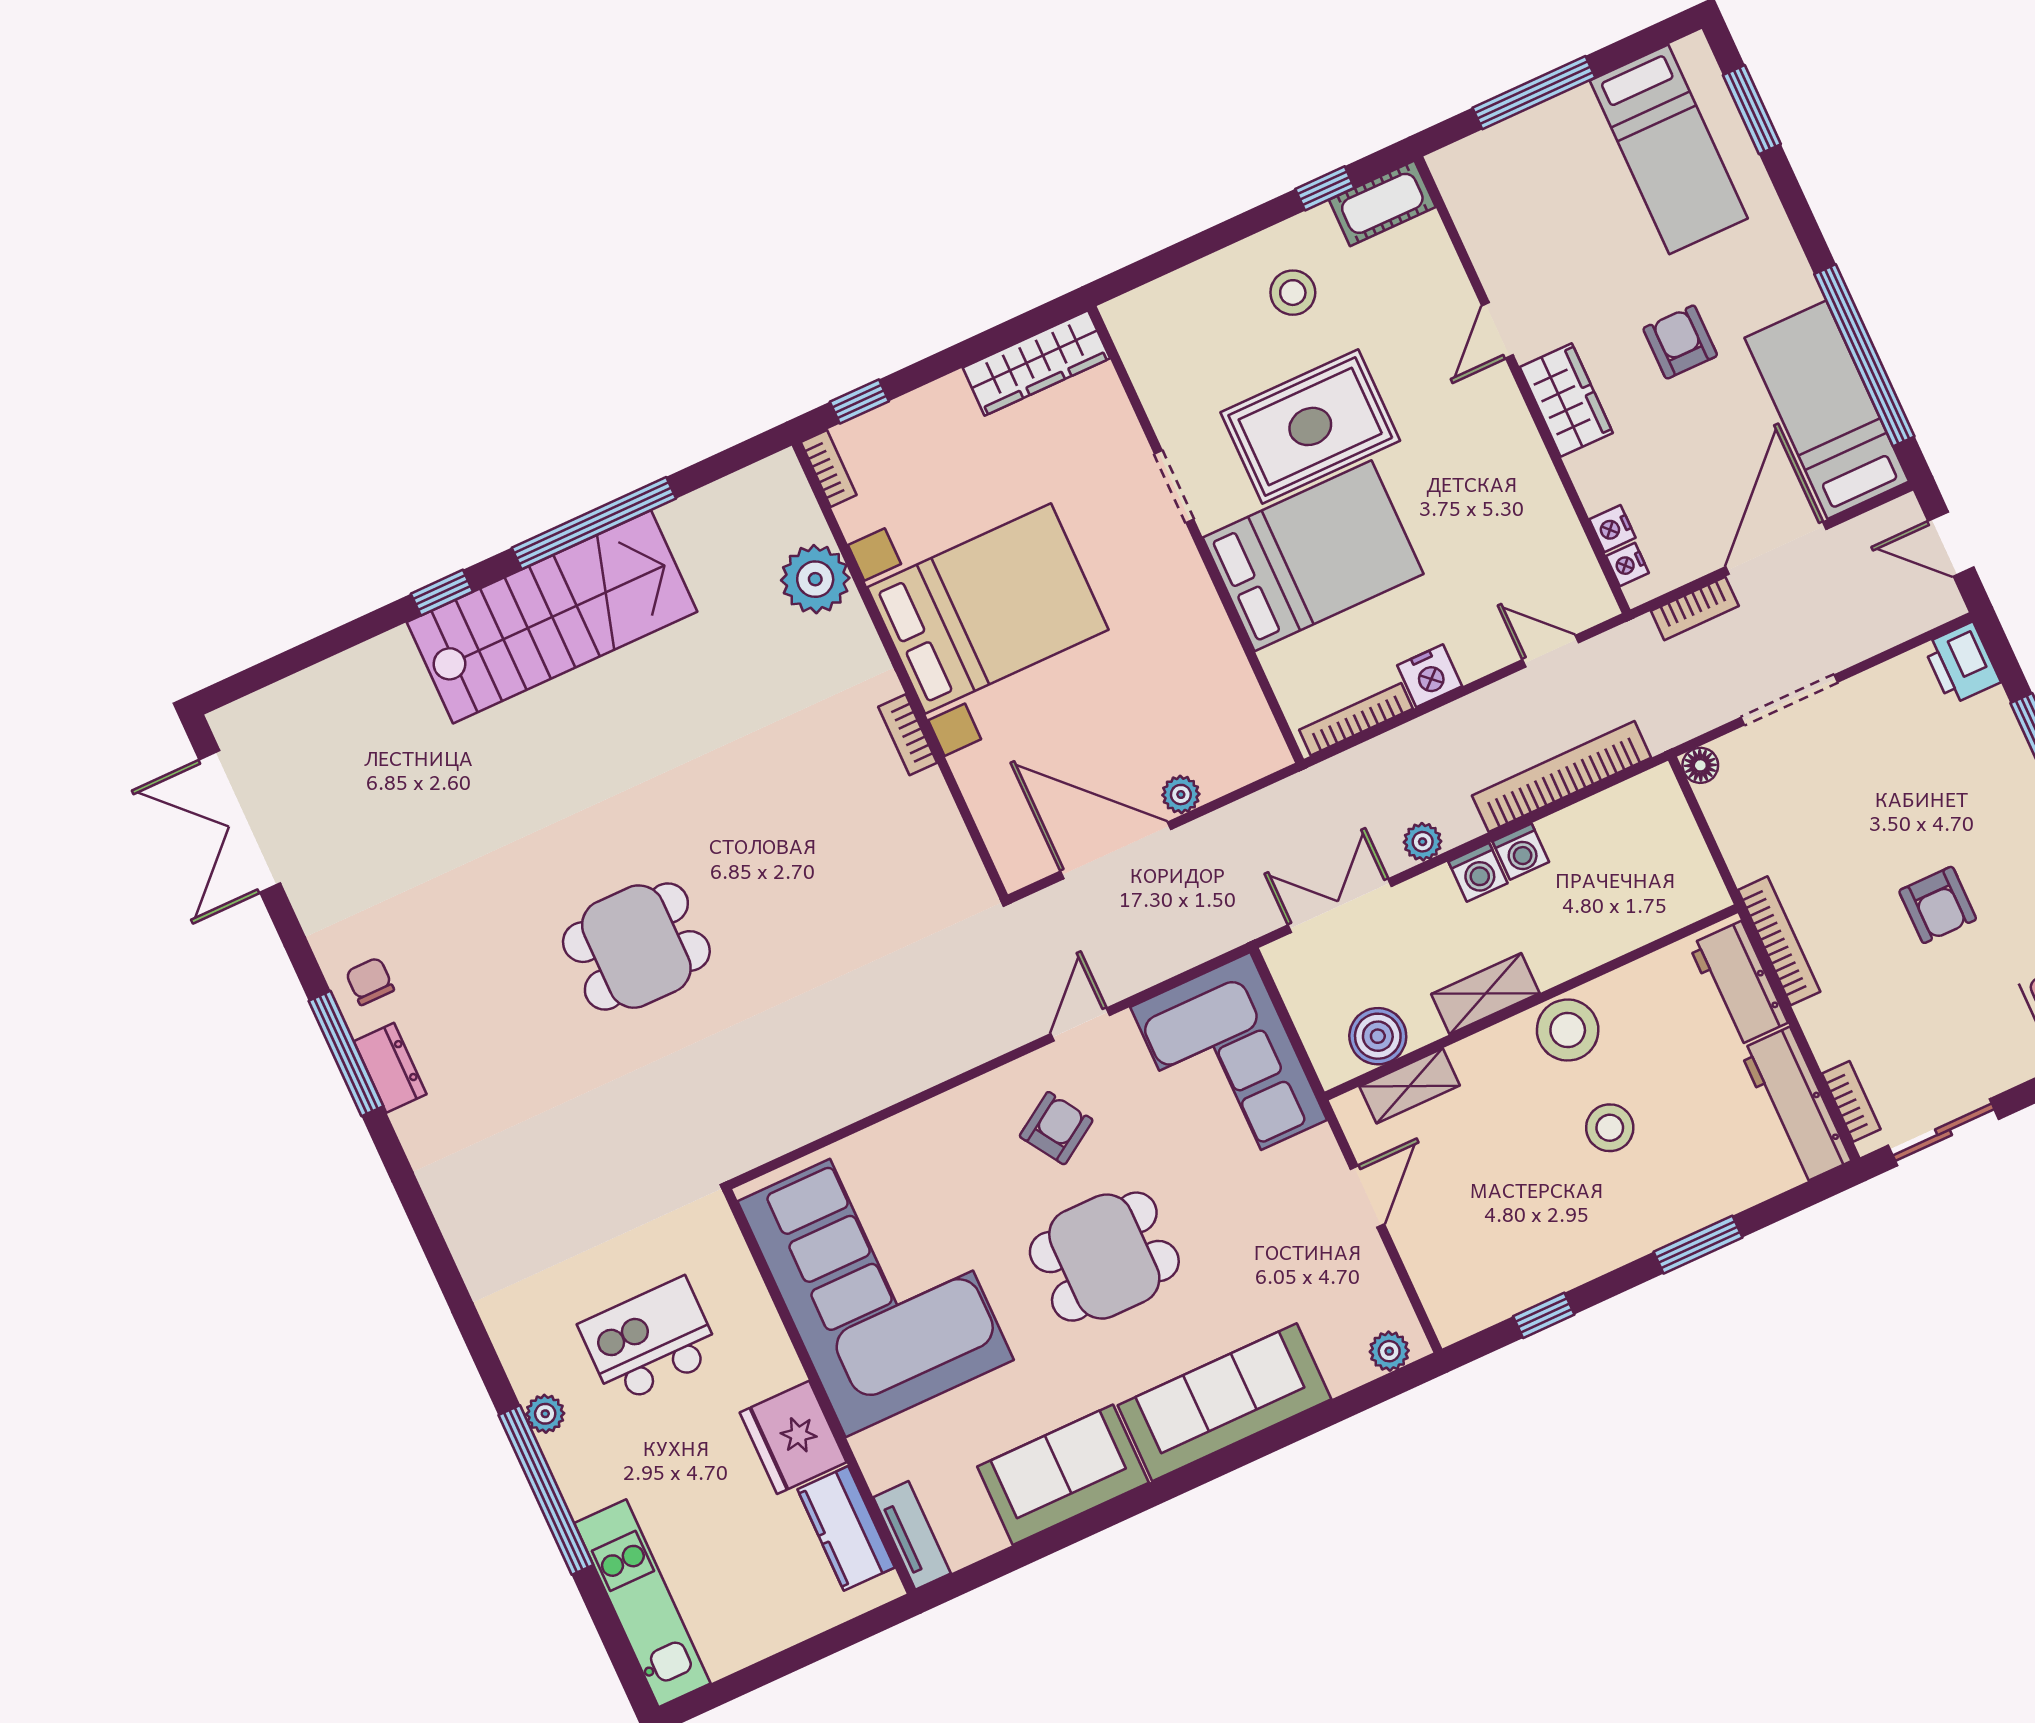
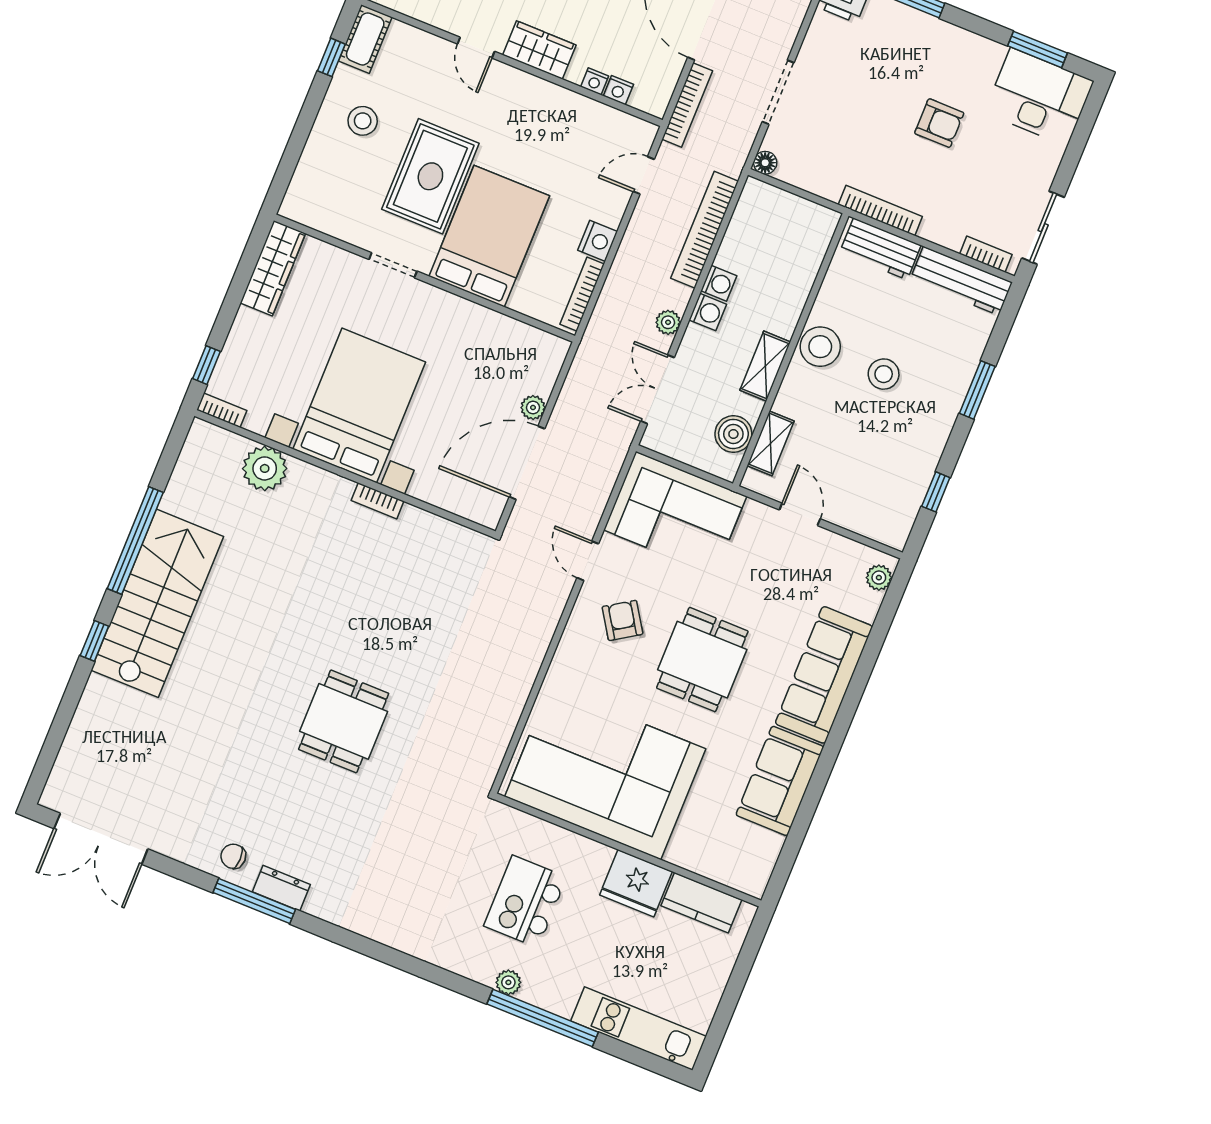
nightstand: (1627, 564) -> (595, 81), moved
bookcase: (1695, 608) -> (687, 105), width x1.56
tv unit: (912, 1535) -> (736, 877), removed

